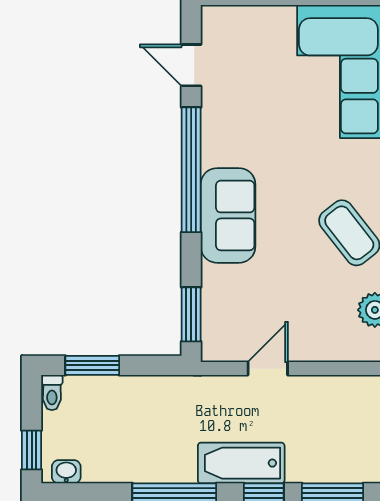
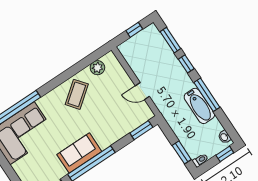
sofa: (228, 215) -> (79, 153), moved
bathtub: (241, 463) -> (199, 106), moved

